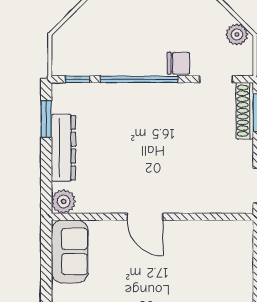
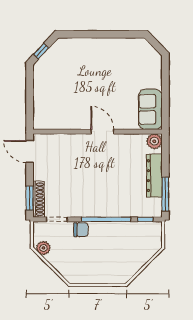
chair: (178, 63) -> (81, 230), turned 180
window: (46, 119) -> (165, 194), width x1.44

